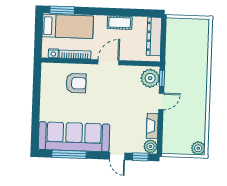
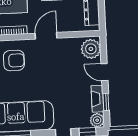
window: (162, 78) -> (106, 102), moved
door: (161, 101) -> (104, 72), swing flipped

